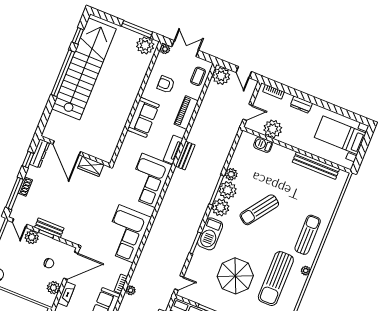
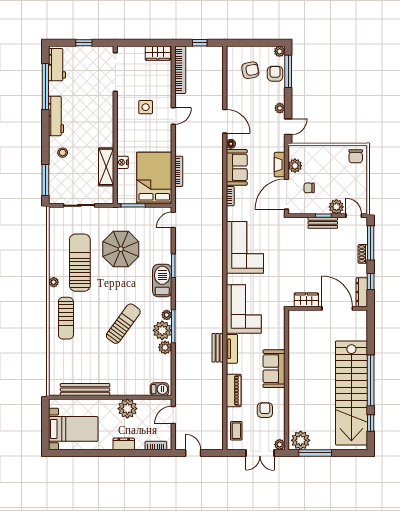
plant: (221, 76) -> (214, 440), removed
armchair: (166, 84) -> (265, 410), turned -90
plant: (273, 129) -> (127, 409), moved
barbecue: (263, 145) -> (159, 389), moved
plant: (221, 207) -> (167, 315), width x0.53, depth x0.53
plant: (131, 290) -> (218, 194), removed

